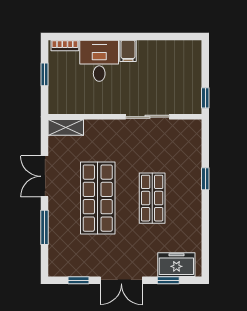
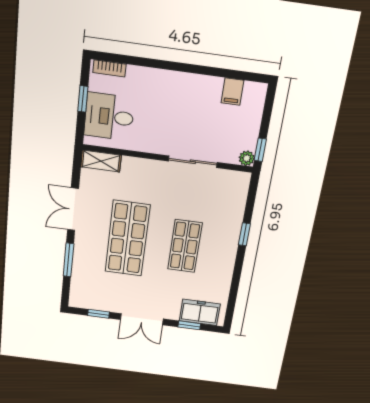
filing cabinet: (128, 51) -> (232, 92), moved
desk: (99, 61) -> (109, 117), moved, turned -90
plant: (195, 107) -> (247, 158), added

